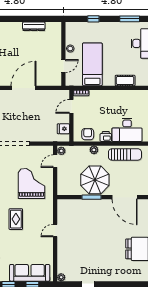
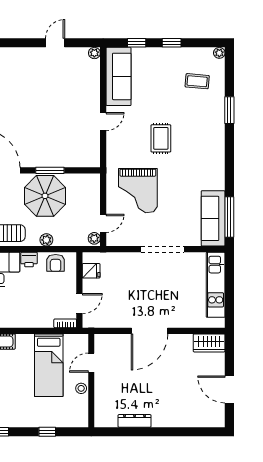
sofa: (30, 273) -> (119, 76), moved, turned -90

